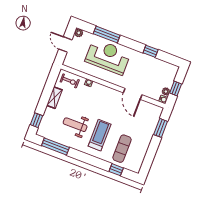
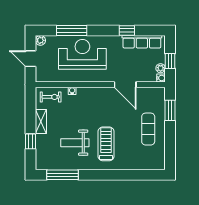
row of seats: (159, 65) -> (142, 42), added
window: (36, 120) -> (31, 141), moved
exercise mat: (122, 149) -> (148, 129), moved
window: (116, 170) -> (139, 175), removed

